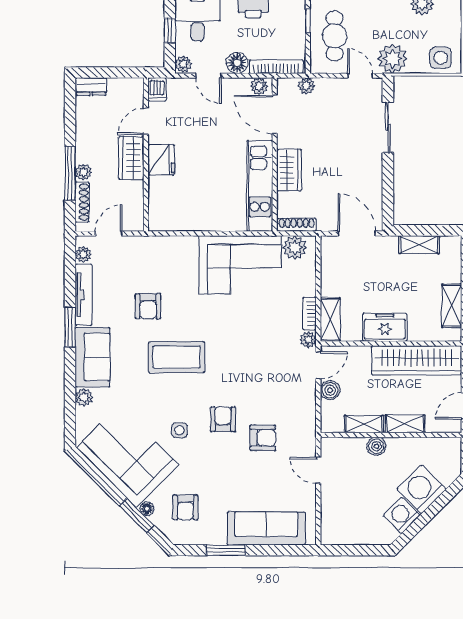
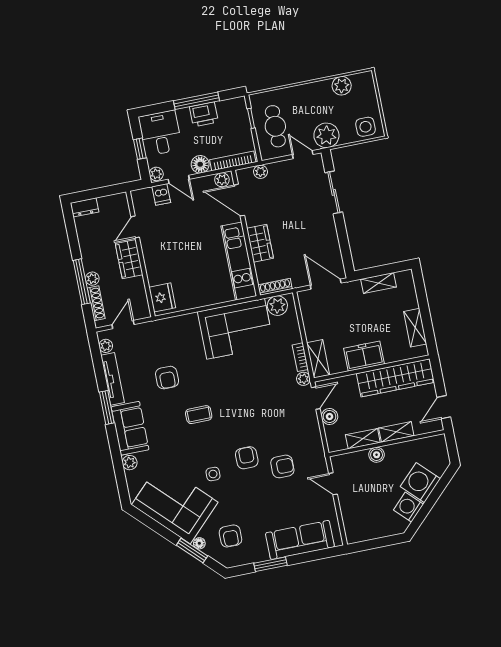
dishwasher: (157, 89) -> (161, 194), moved
fridge: (161, 160) -> (162, 297), moved
coffee table: (177, 357) -> (199, 415), width x0.54, depth x0.58

